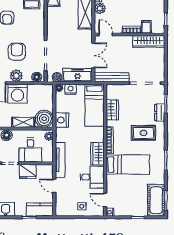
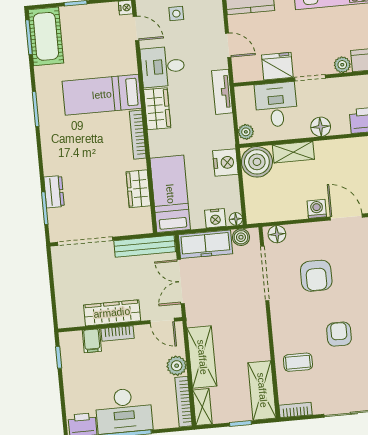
wardrobe: (148, 41) -> (112, 313), moved
plant: (16, 76) -> (313, 233), removed
washing machine: (18, 94) -> (317, 209), width x0.53, depth x0.53
rug: (143, 133) -> (79, 153), removed
tv unit: (60, 160) -> (222, 92), width x0.71

